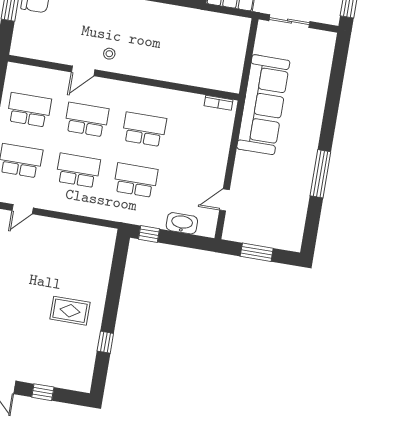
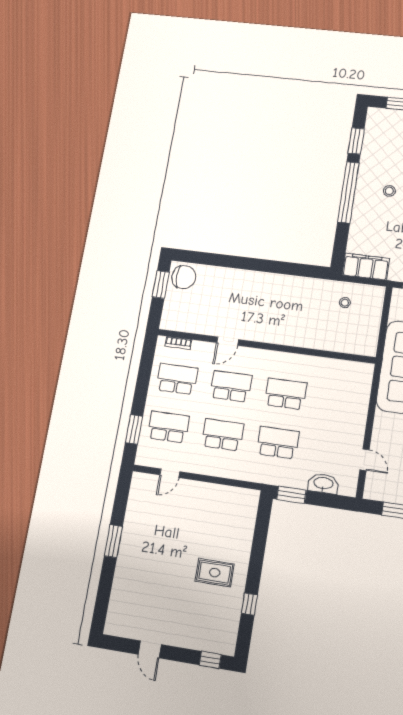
stool: (109, 54) -> (345, 303), moved
bookcase: (219, 103) -> (178, 343), moved
door: (224, 200) -> (365, 460), swing flipped
window: (149, 234) -> (291, 495), width x1.50
window: (43, 392) -> (210, 660), moved

